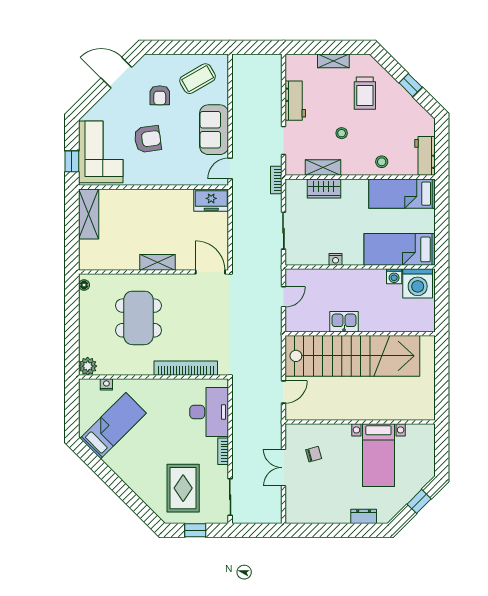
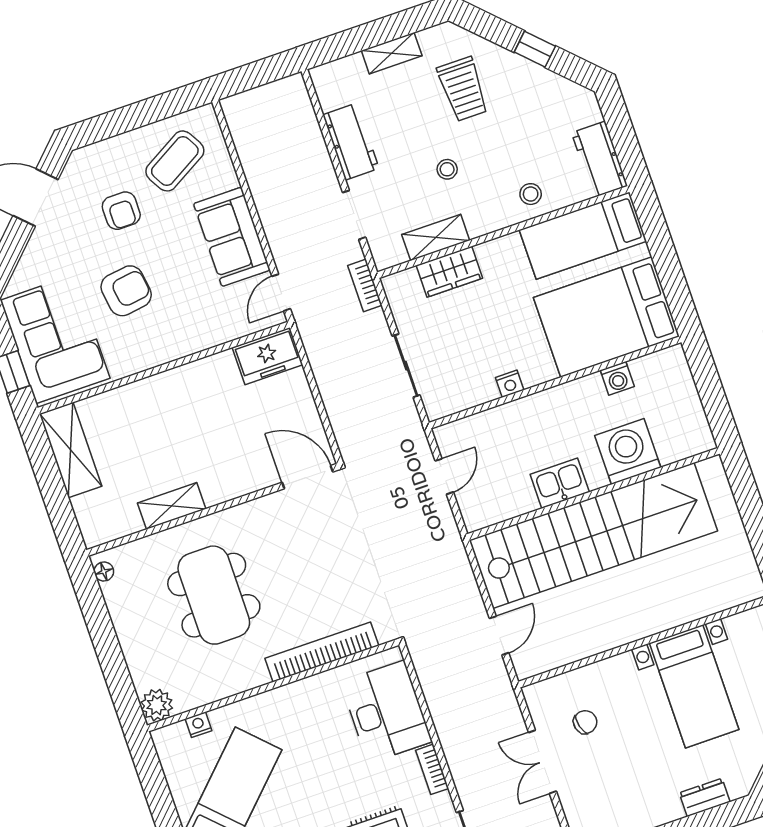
bed: (400, 249) -> (606, 317), width x1.50
shelving: (157, 262) -> (172, 506), moved
washing machine: (418, 283) -> (628, 451), moved, turned 180

